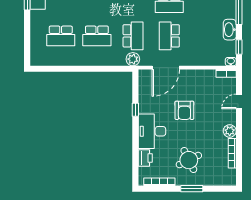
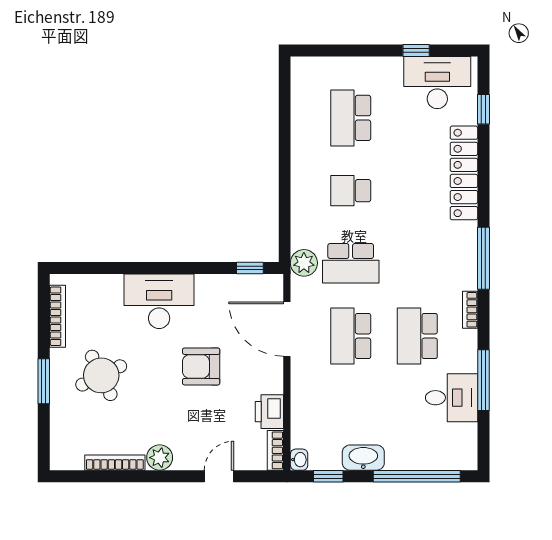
school desk: (97, 36) -> (351, 191), width x0.54
school desk: (169, 36) -> (351, 336), turned -90
door: (239, 101) -> (219, 476), hinge flipped
window: (135, 110) -> (250, 268), moved
printer: (145, 158) -> (269, 412), moved, turned 90

